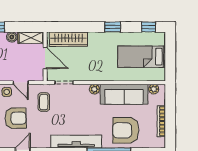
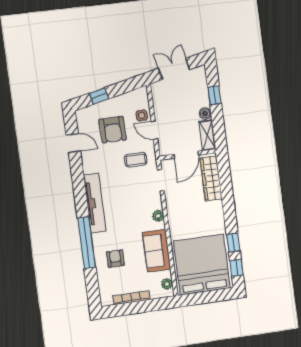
window: (113, 27) -> (233, 243), moved
bed: (141, 57) -> (202, 265), width x2.04
door: (21, 83) -> (154, 130), hinge flipped
sofa: (124, 94) -> (157, 251), width x0.73
armchair: (126, 130) -> (115, 259), width x0.53, depth x0.53

